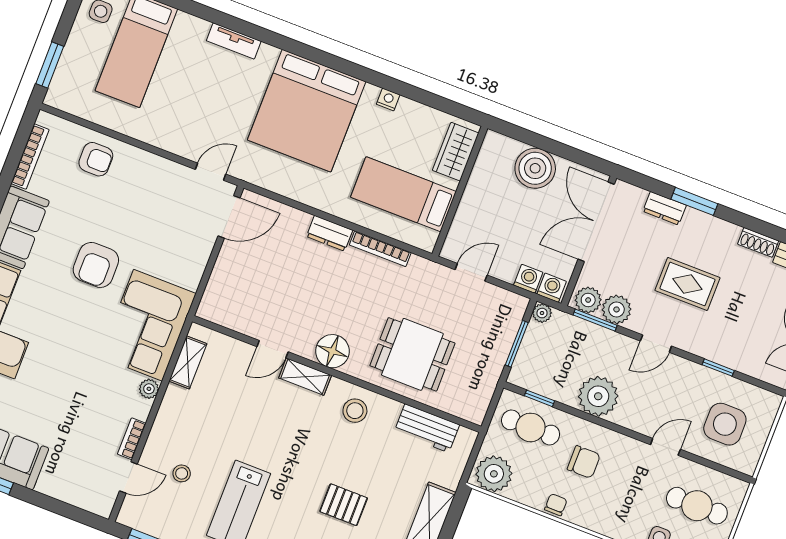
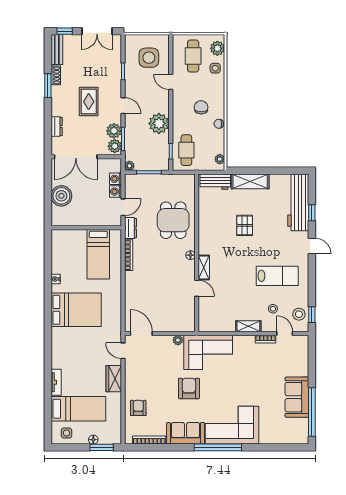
tv unit: (234, 41) -> (56, 382), moved
floor lamp: (70, 55) -> (93, 440), added
bed: (307, 111) -> (76, 310), width x0.73
wardrobe: (456, 152) -> (114, 379), moved, turned 90
window: (694, 201) -> (48, 86), moved
dresser: (330, 233) -> (131, 228), moved
armchair: (96, 265) -> (189, 388), turned -90
door: (471, 272) -> (123, 207), swing flipped
washing machine: (552, 288) -> (116, 192), moved
floor lamp: (332, 351) -> (190, 255), width x0.53, depth x0.53
shelving: (188, 362) -> (248, 326), moved
plant: (149, 389) -> (178, 340), moved
stool: (355, 411) -> (299, 314), moved
workbench: (427, 428) -> (215, 182), moved, turned 90
chair: (584, 462) -> (201, 107), moved
plant: (494, 474) -> (220, 159), width x0.53, depth x0.53
pallet: (344, 505) -> (245, 225), moved

